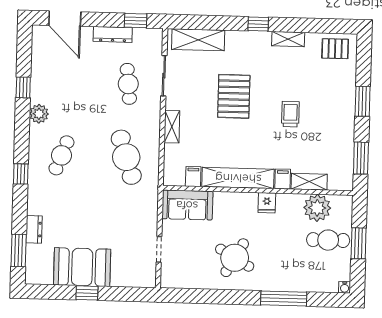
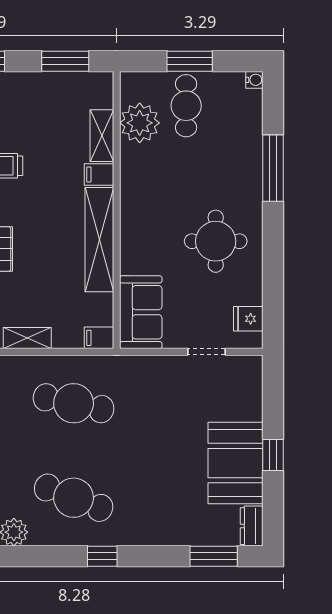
cafe table: (61, 155) -> (74, 498), width x1.37, depth x1.35
cafe table: (126, 157) -> (74, 403), turned 30
filing cabinet: (193, 177) -> (99, 338), moved
fridge: (267, 203) -> (248, 319), moved, turned 180
dresser: (34, 229) -> (252, 526), moved, turned -90
round table: (235, 258) -> (216, 241), turned -30

